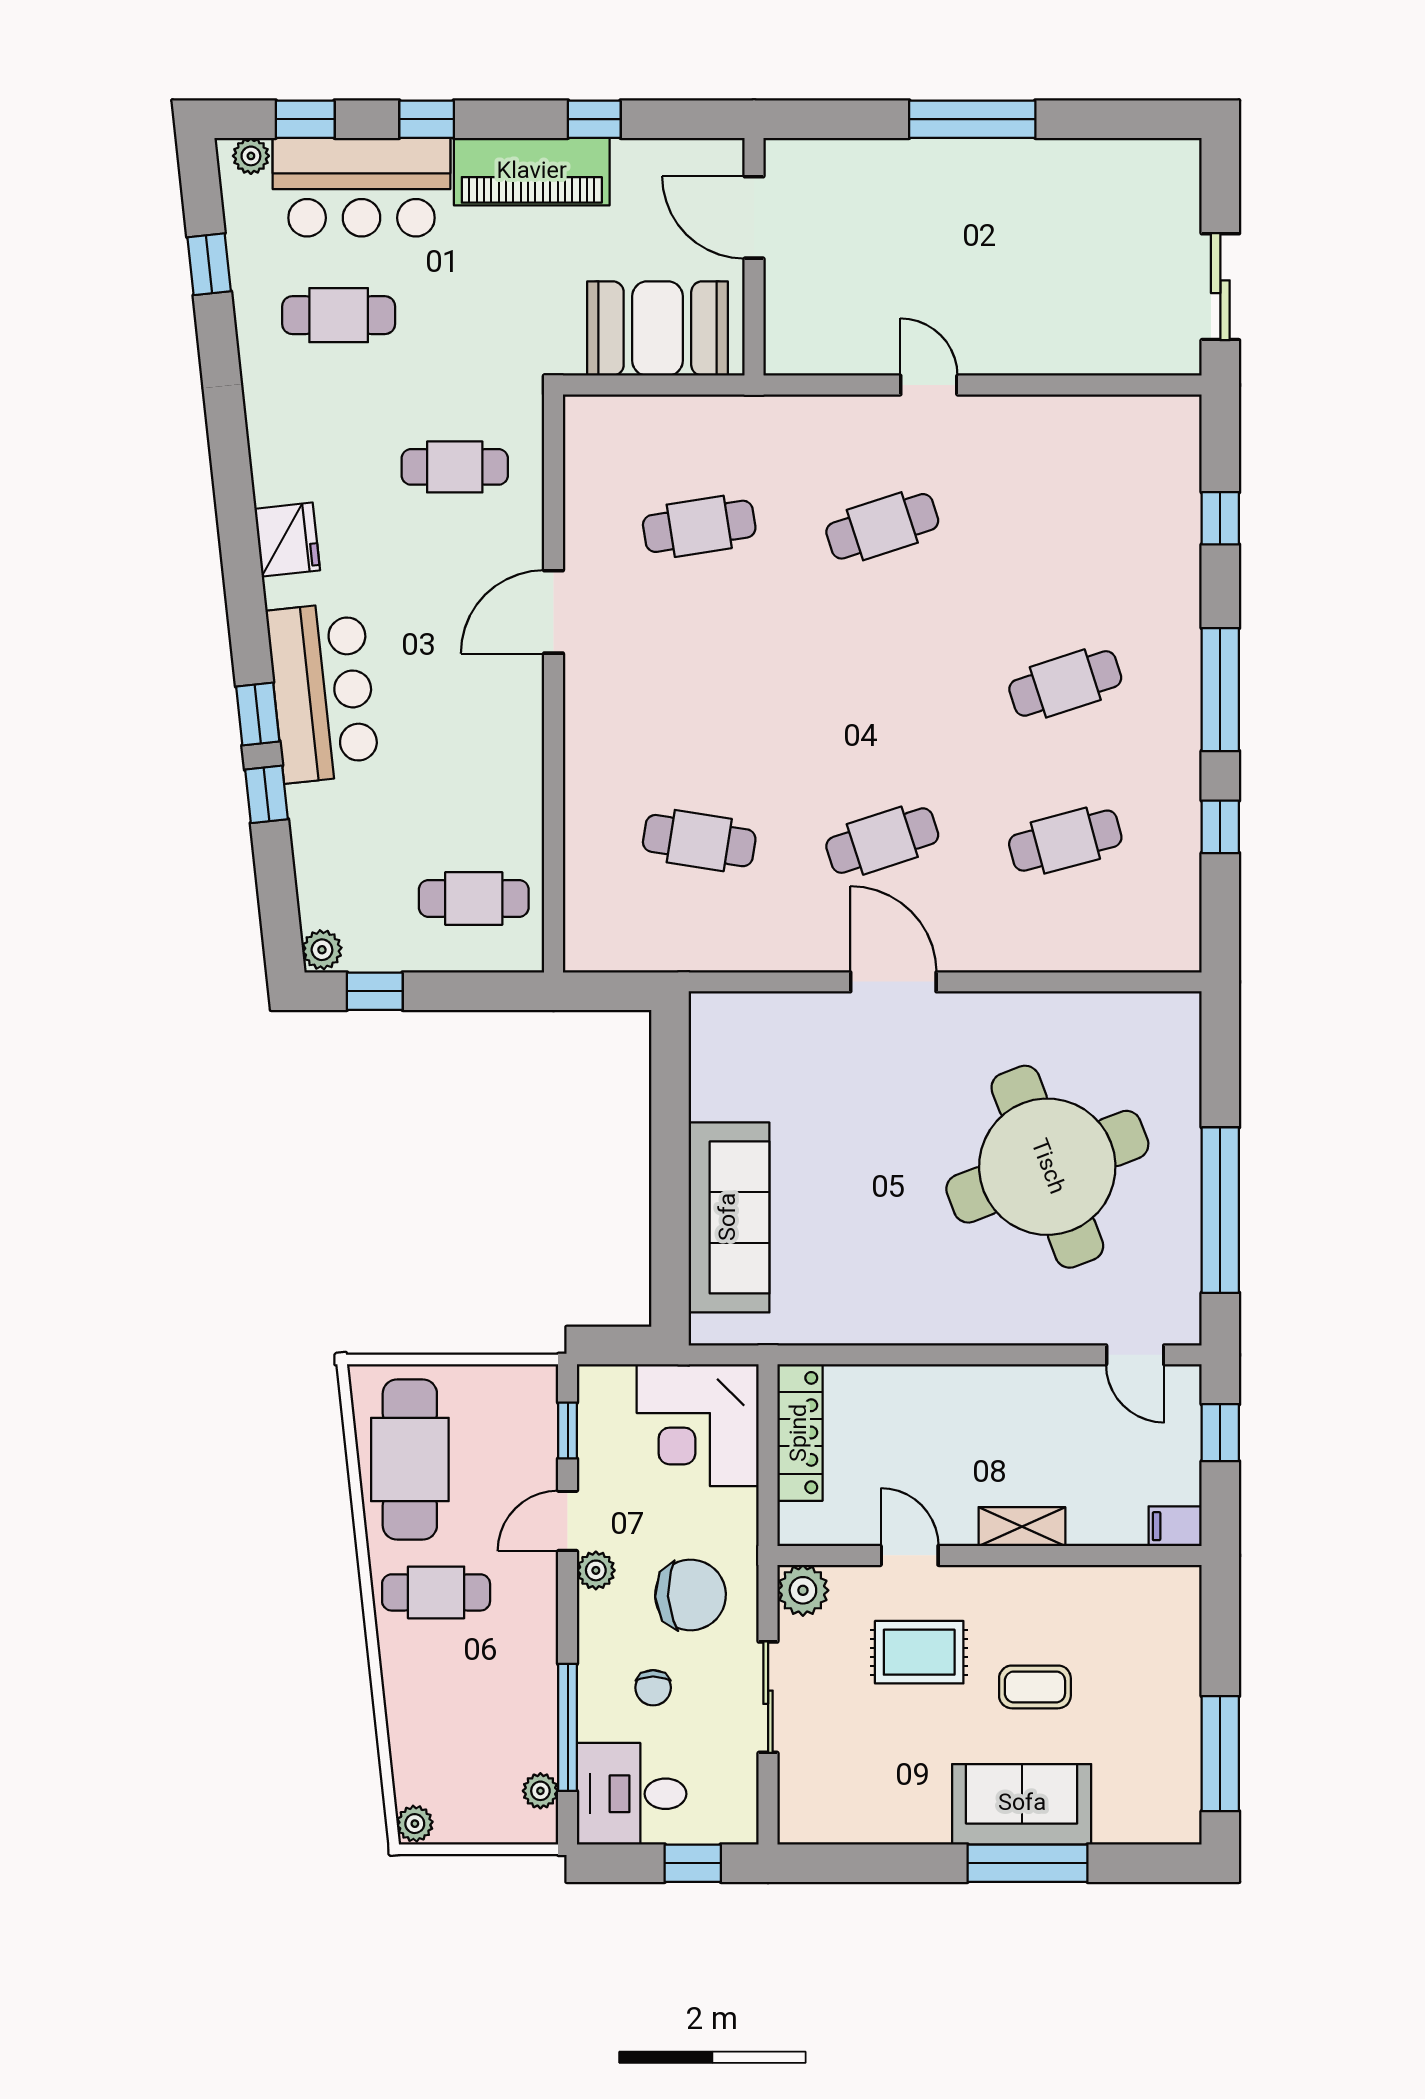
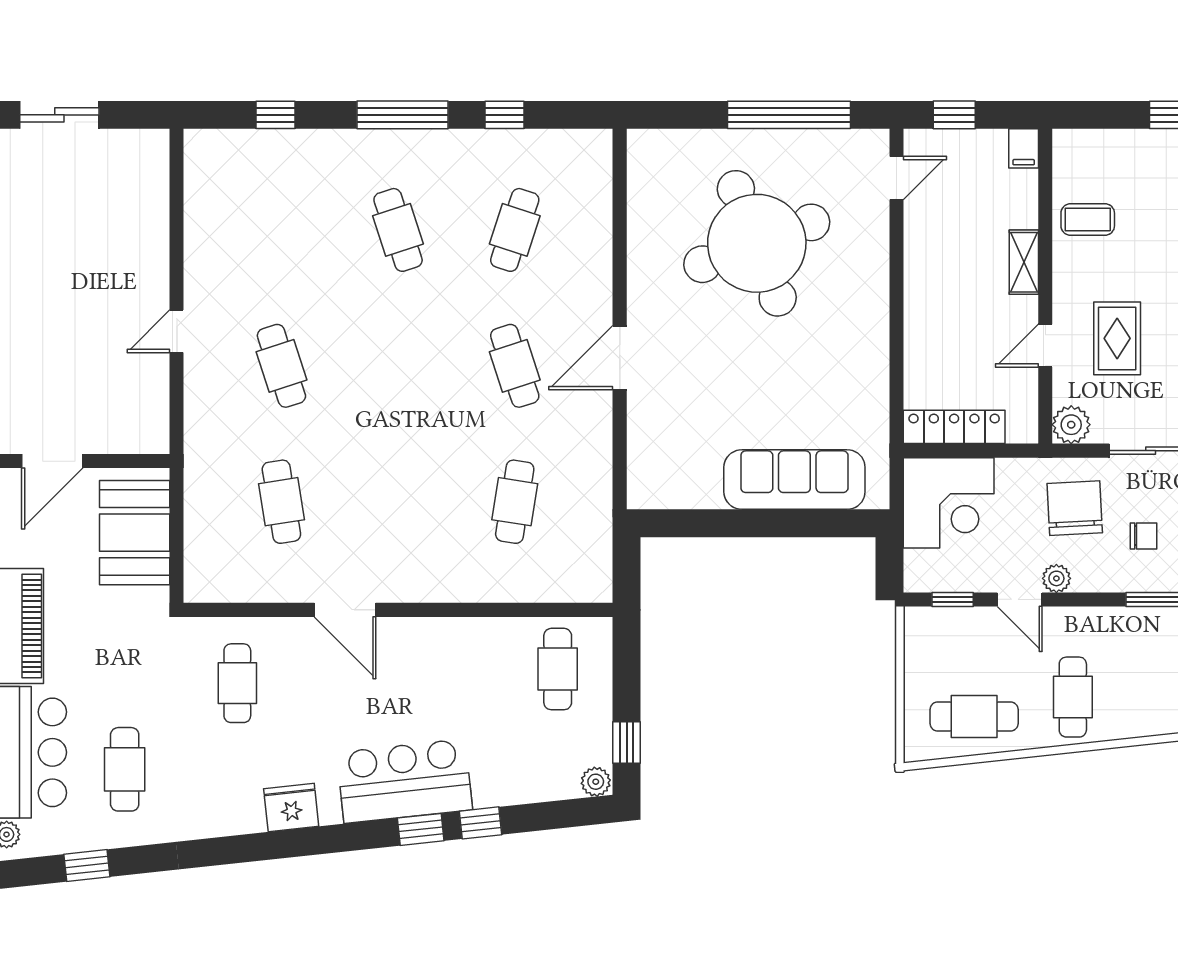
sliding door: (1220, 287) -> (59, 115), moved
cafe table: (1065, 841) -> (515, 230), turned 33
cafe table: (410, 1460) -> (974, 716), width x0.73, depth x0.74
coffee table: (1035, 1687) -> (1088, 220), moved, turned 90

